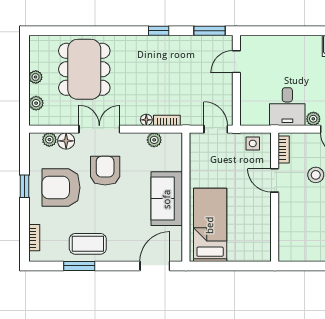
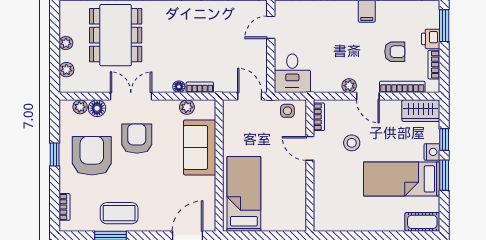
desk: (287, 107) -> (292, 73), moved
armchair: (61, 188) -> (92, 156), turned 90
sofa: (167, 199) -> (200, 147), moved

